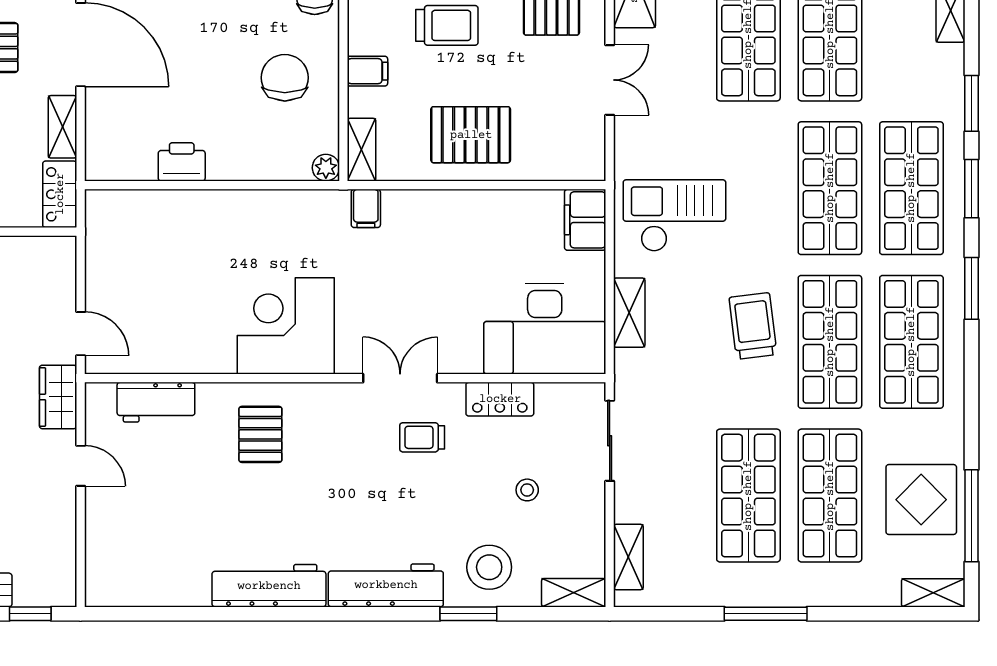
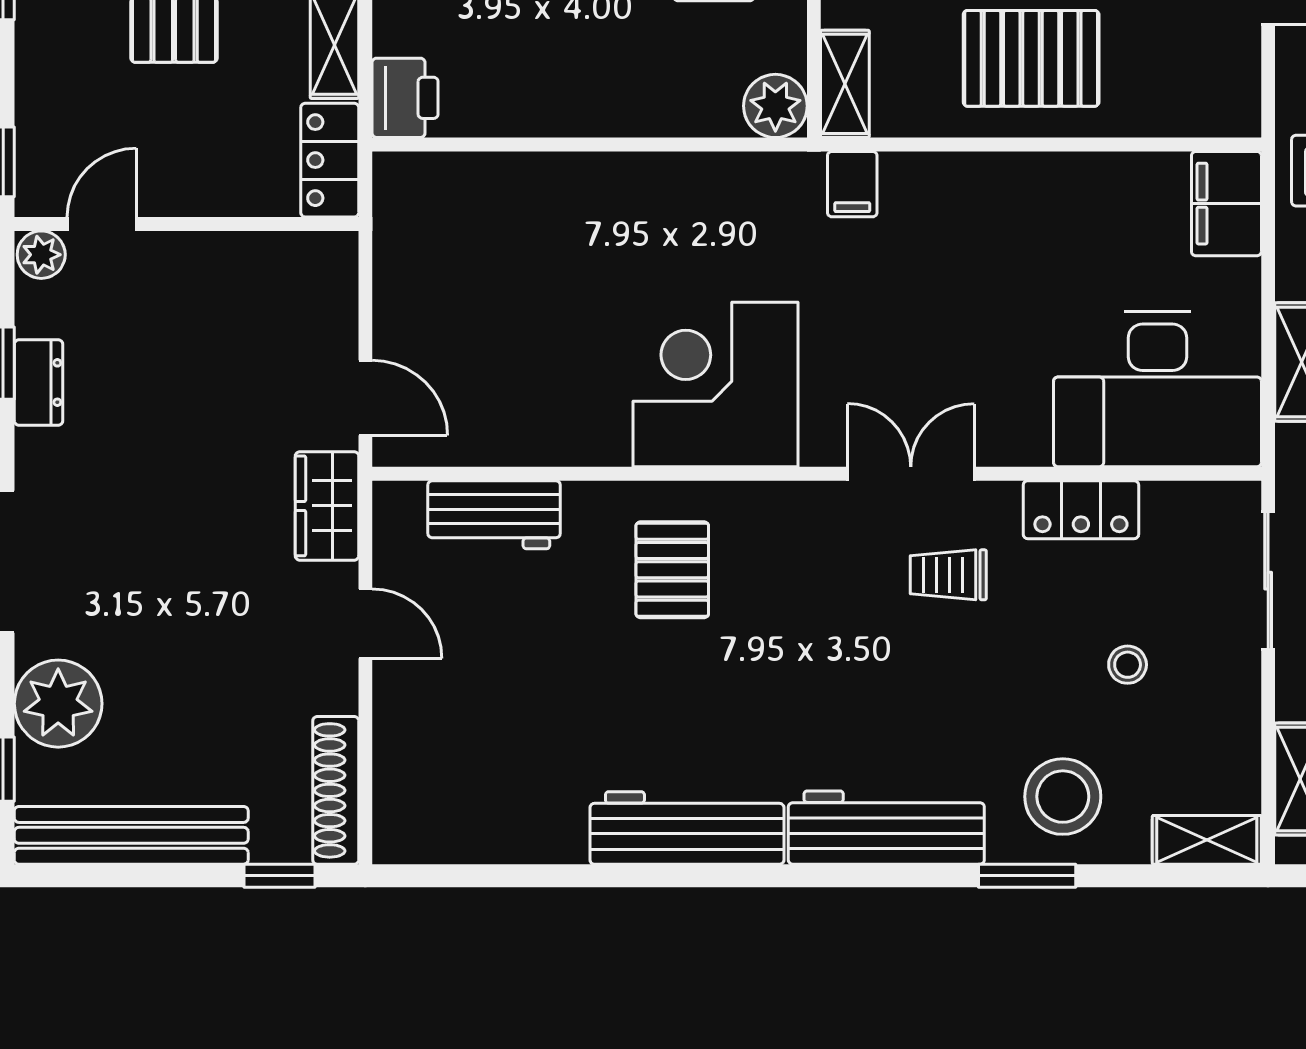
printer: (182, 162) -> (405, 98), moved, turned 90
plant: (326, 168) -> (775, 106), width x1.38, depth x1.38
shoe rack: (63, 564) -> (336, 790), added

